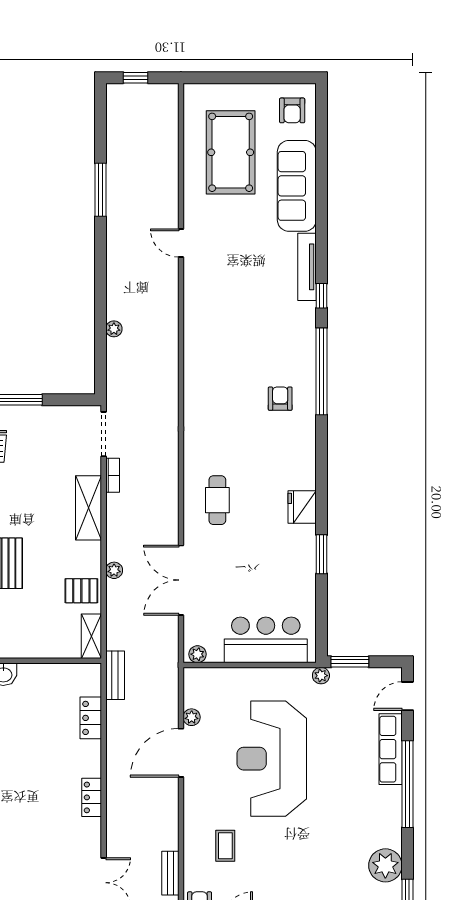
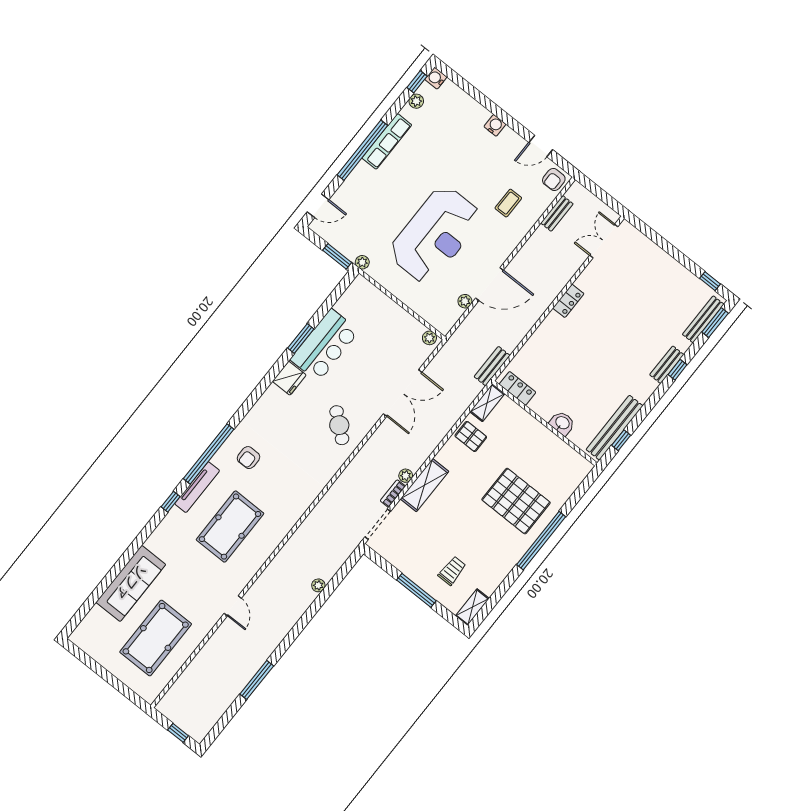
armchair: (292, 110) -> (96, 633), removed
tv unit: (307, 267) -> (197, 487), moved
pool table: (245, 318) -> (230, 527), added
cafe table: (217, 500) -> (339, 425), turned -50
plant: (114, 570) -> (406, 476), moved
bar counter: (266, 640) -> (325, 345), moved, turned -90
locker: (91, 718) -> (517, 388), moved, turned -90
row of seats: (391, 749) -> (387, 141), moved
plant: (385, 865) -> (416, 101), width x0.53, depth x0.53

